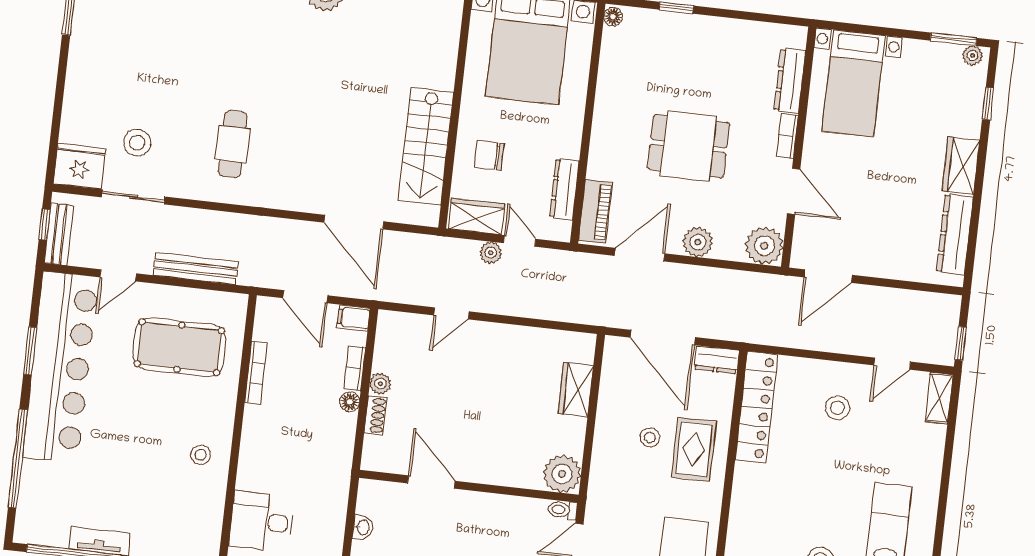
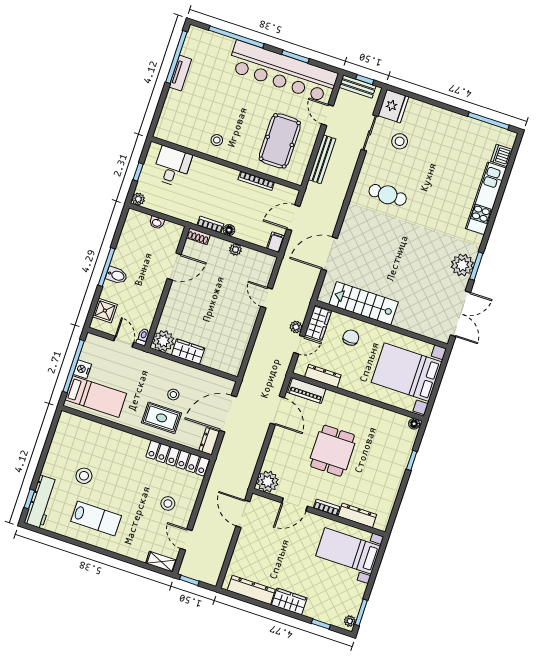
plant: (698, 242) -> (277, 445), removed
bookcase: (355, 368) -> (210, 225), moved
wardrobe: (576, 390) -> (188, 352), moved
shoe rack: (375, 415) -> (198, 236), moved

